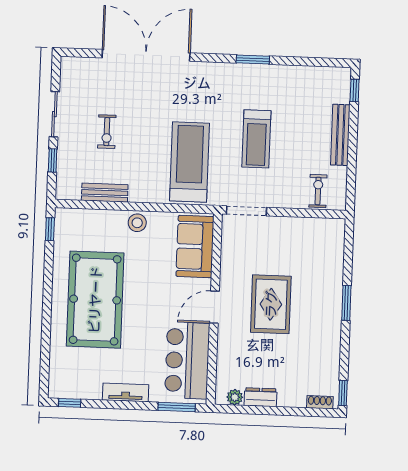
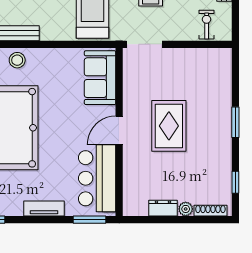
stool: (137, 223) -> (17, 60), moved
window: (343, 393) -> (235, 182), moved
plant: (235, 397) -> (186, 209), moved
shoe rack: (320, 402) -> (210, 211), width x1.43

